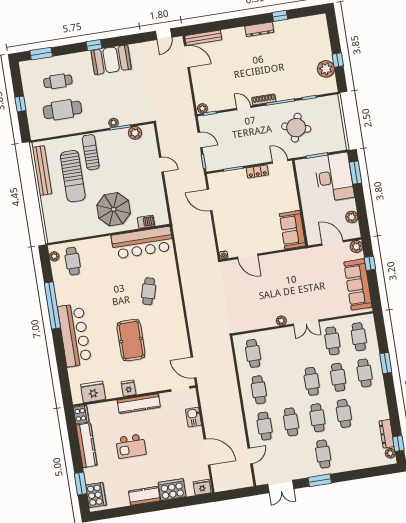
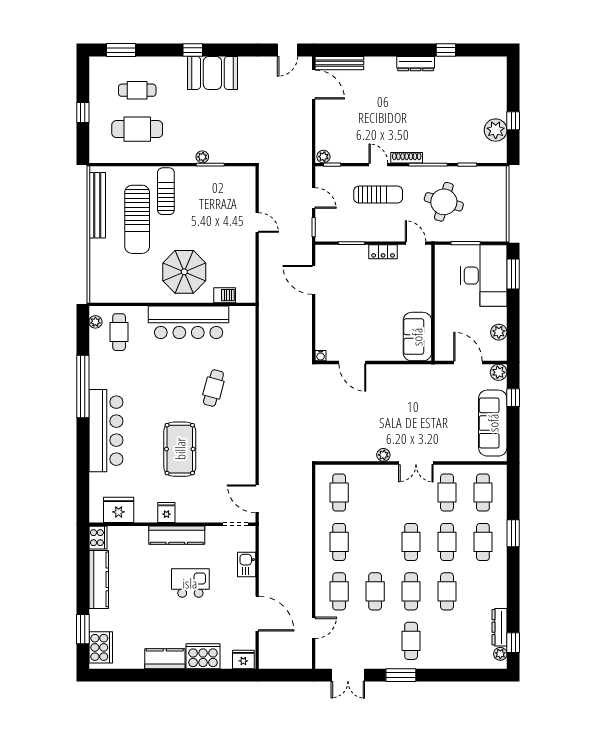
sun lounger: (247, 130) -> (378, 195), added
plant: (135, 133) -> (229, 175), removed
bar counter: (142, 243) -> (189, 322), moved
kitchen island: (131, 446) -> (190, 583), moved, turned 180

